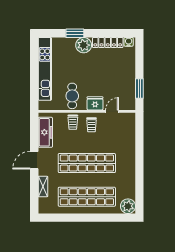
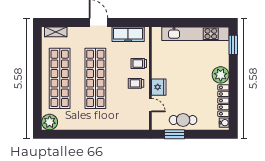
window: (75, 33) -> (233, 45), moved
cafe table: (72, 96) -> (183, 120), moved
shelving: (43, 186) -> (56, 32), moved

